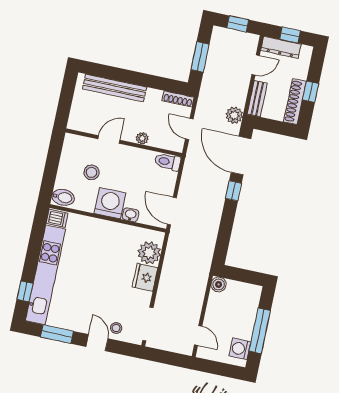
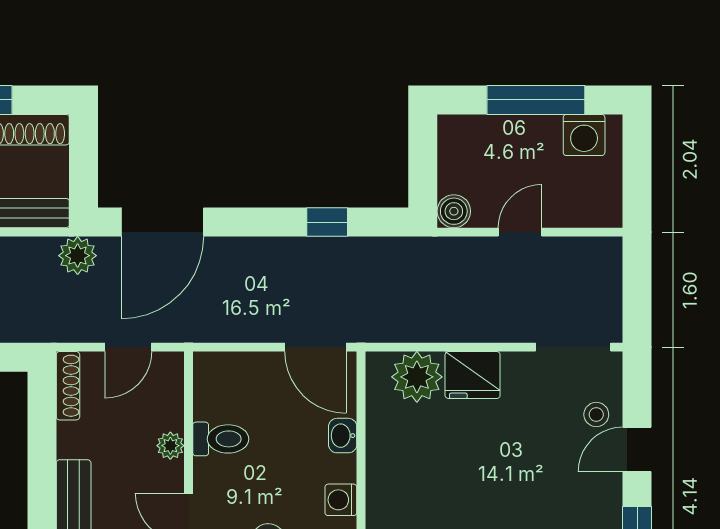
toilet: (168, 162) -> (221, 439), moved, turned -90
window: (233, 191) -> (327, 222), moved
washing machine: (110, 203) -> (341, 500), width x0.53, depth x0.53
door: (172, 211) -> (315, 347), hinge flipped
door: (198, 336) -> (520, 232), moved

